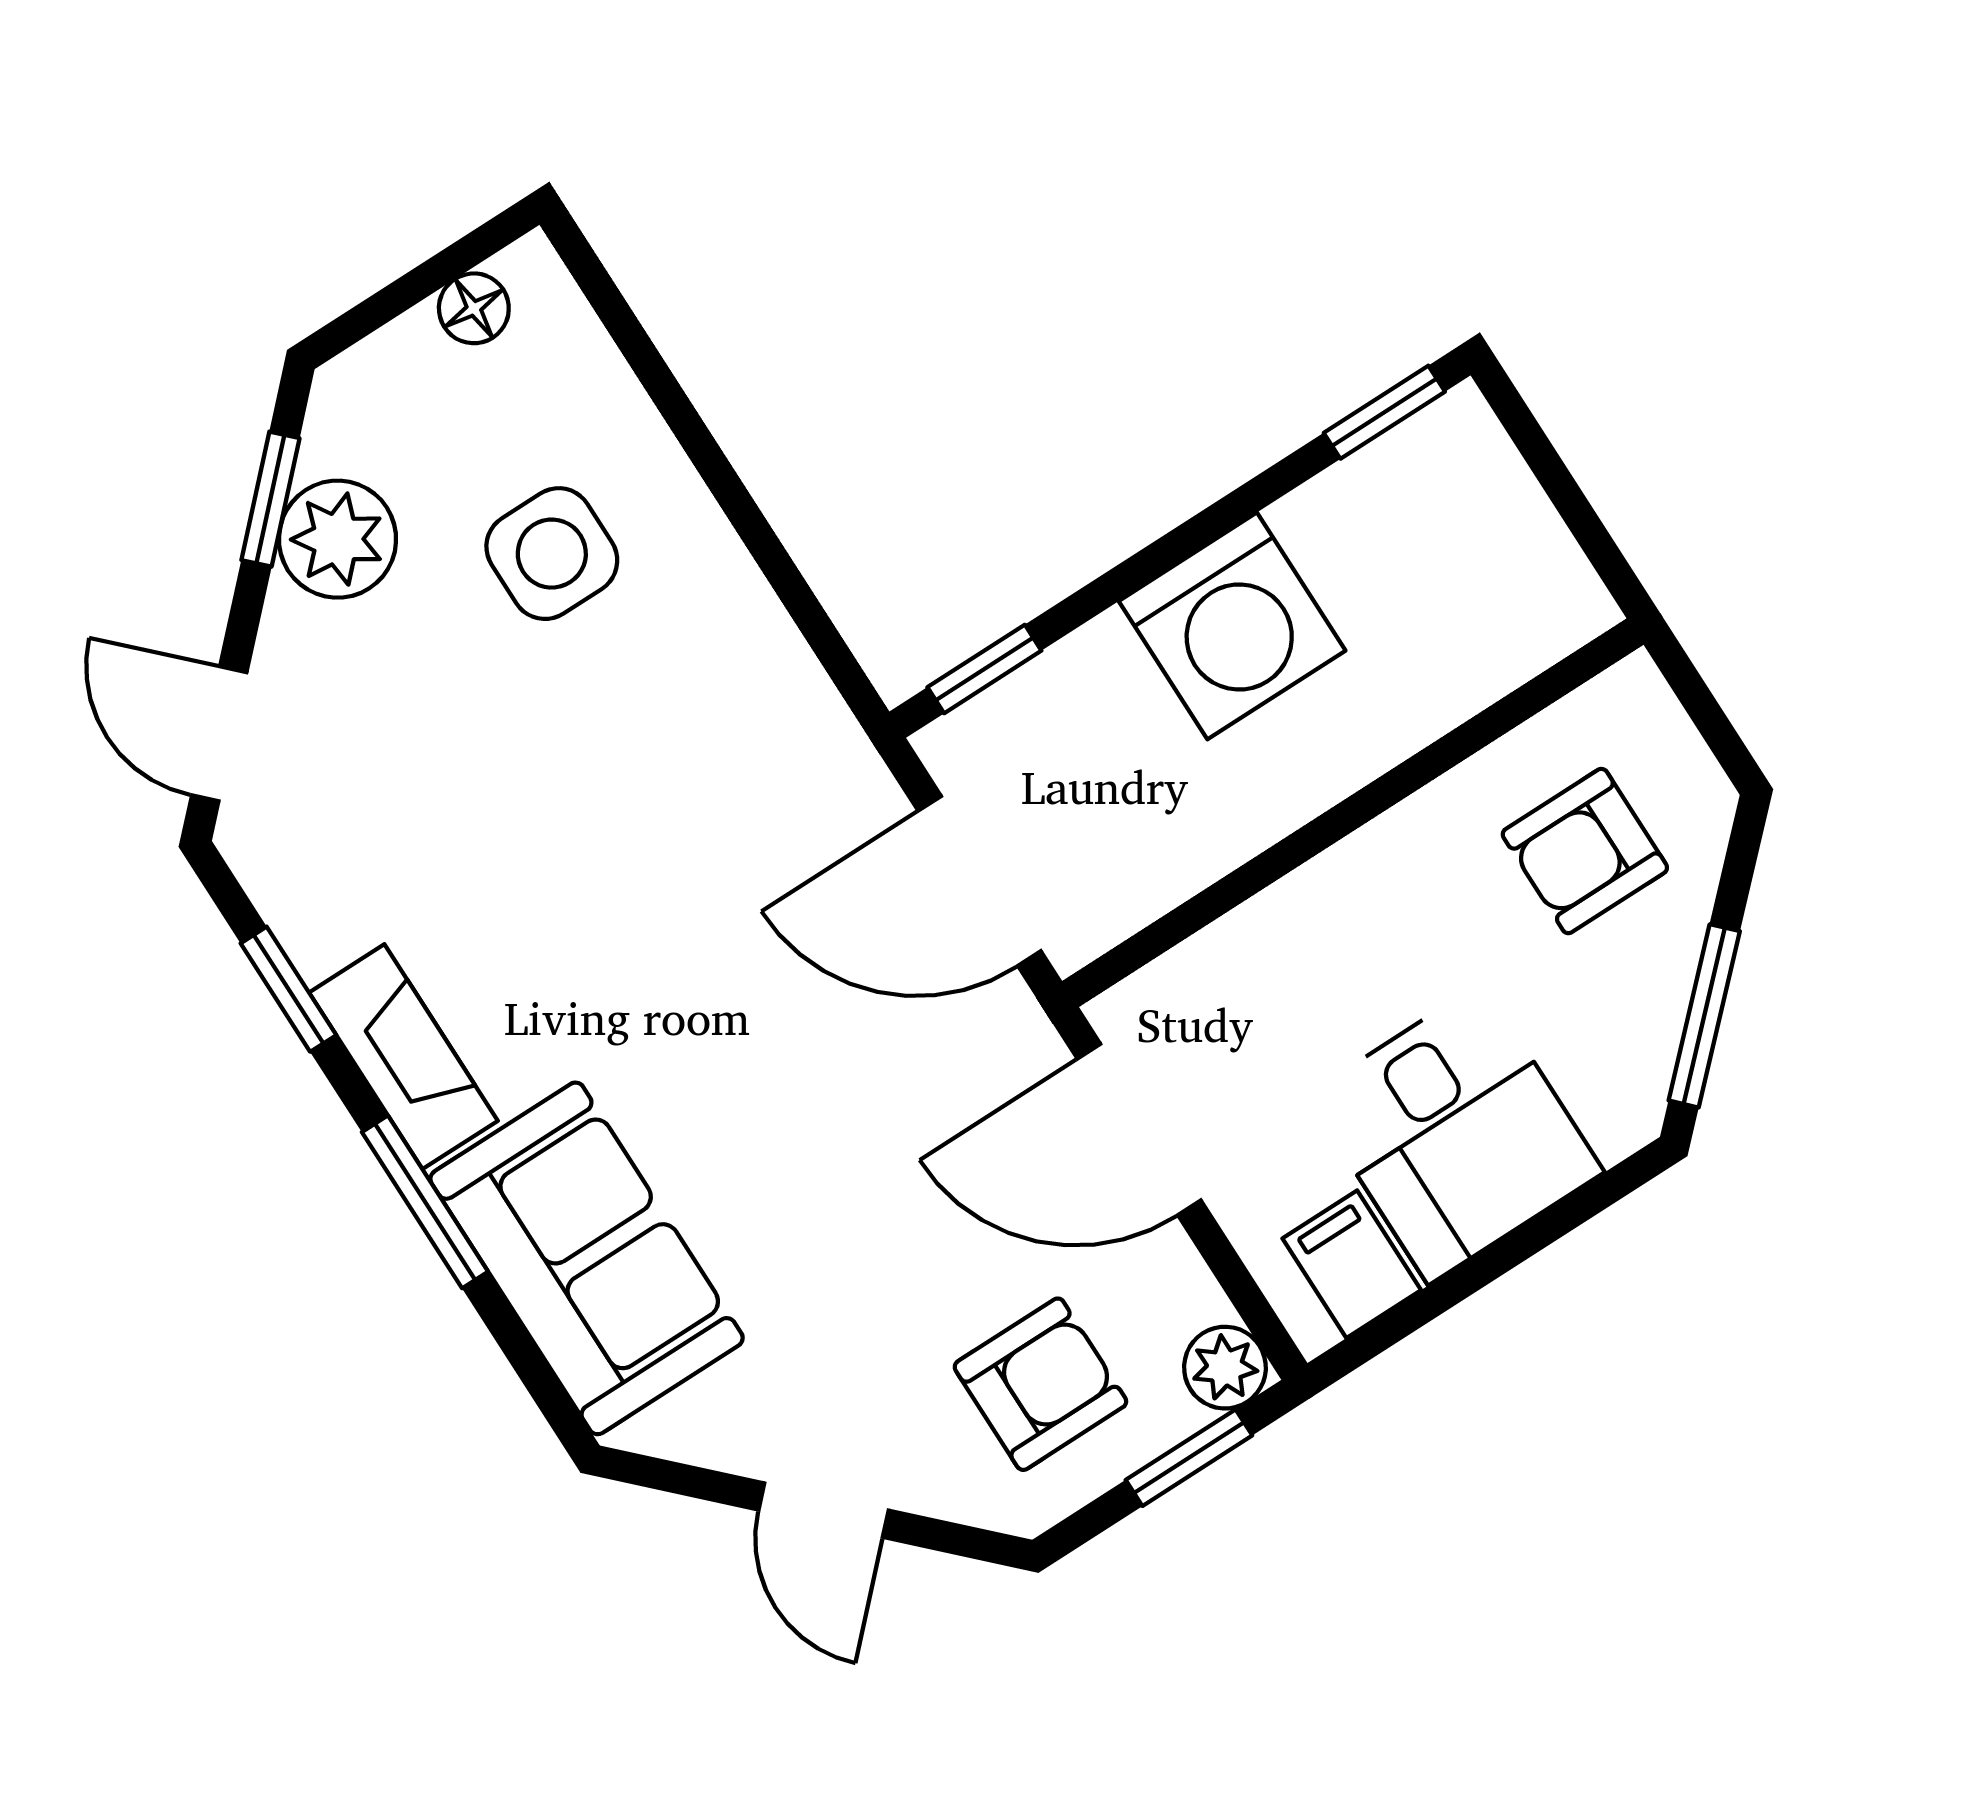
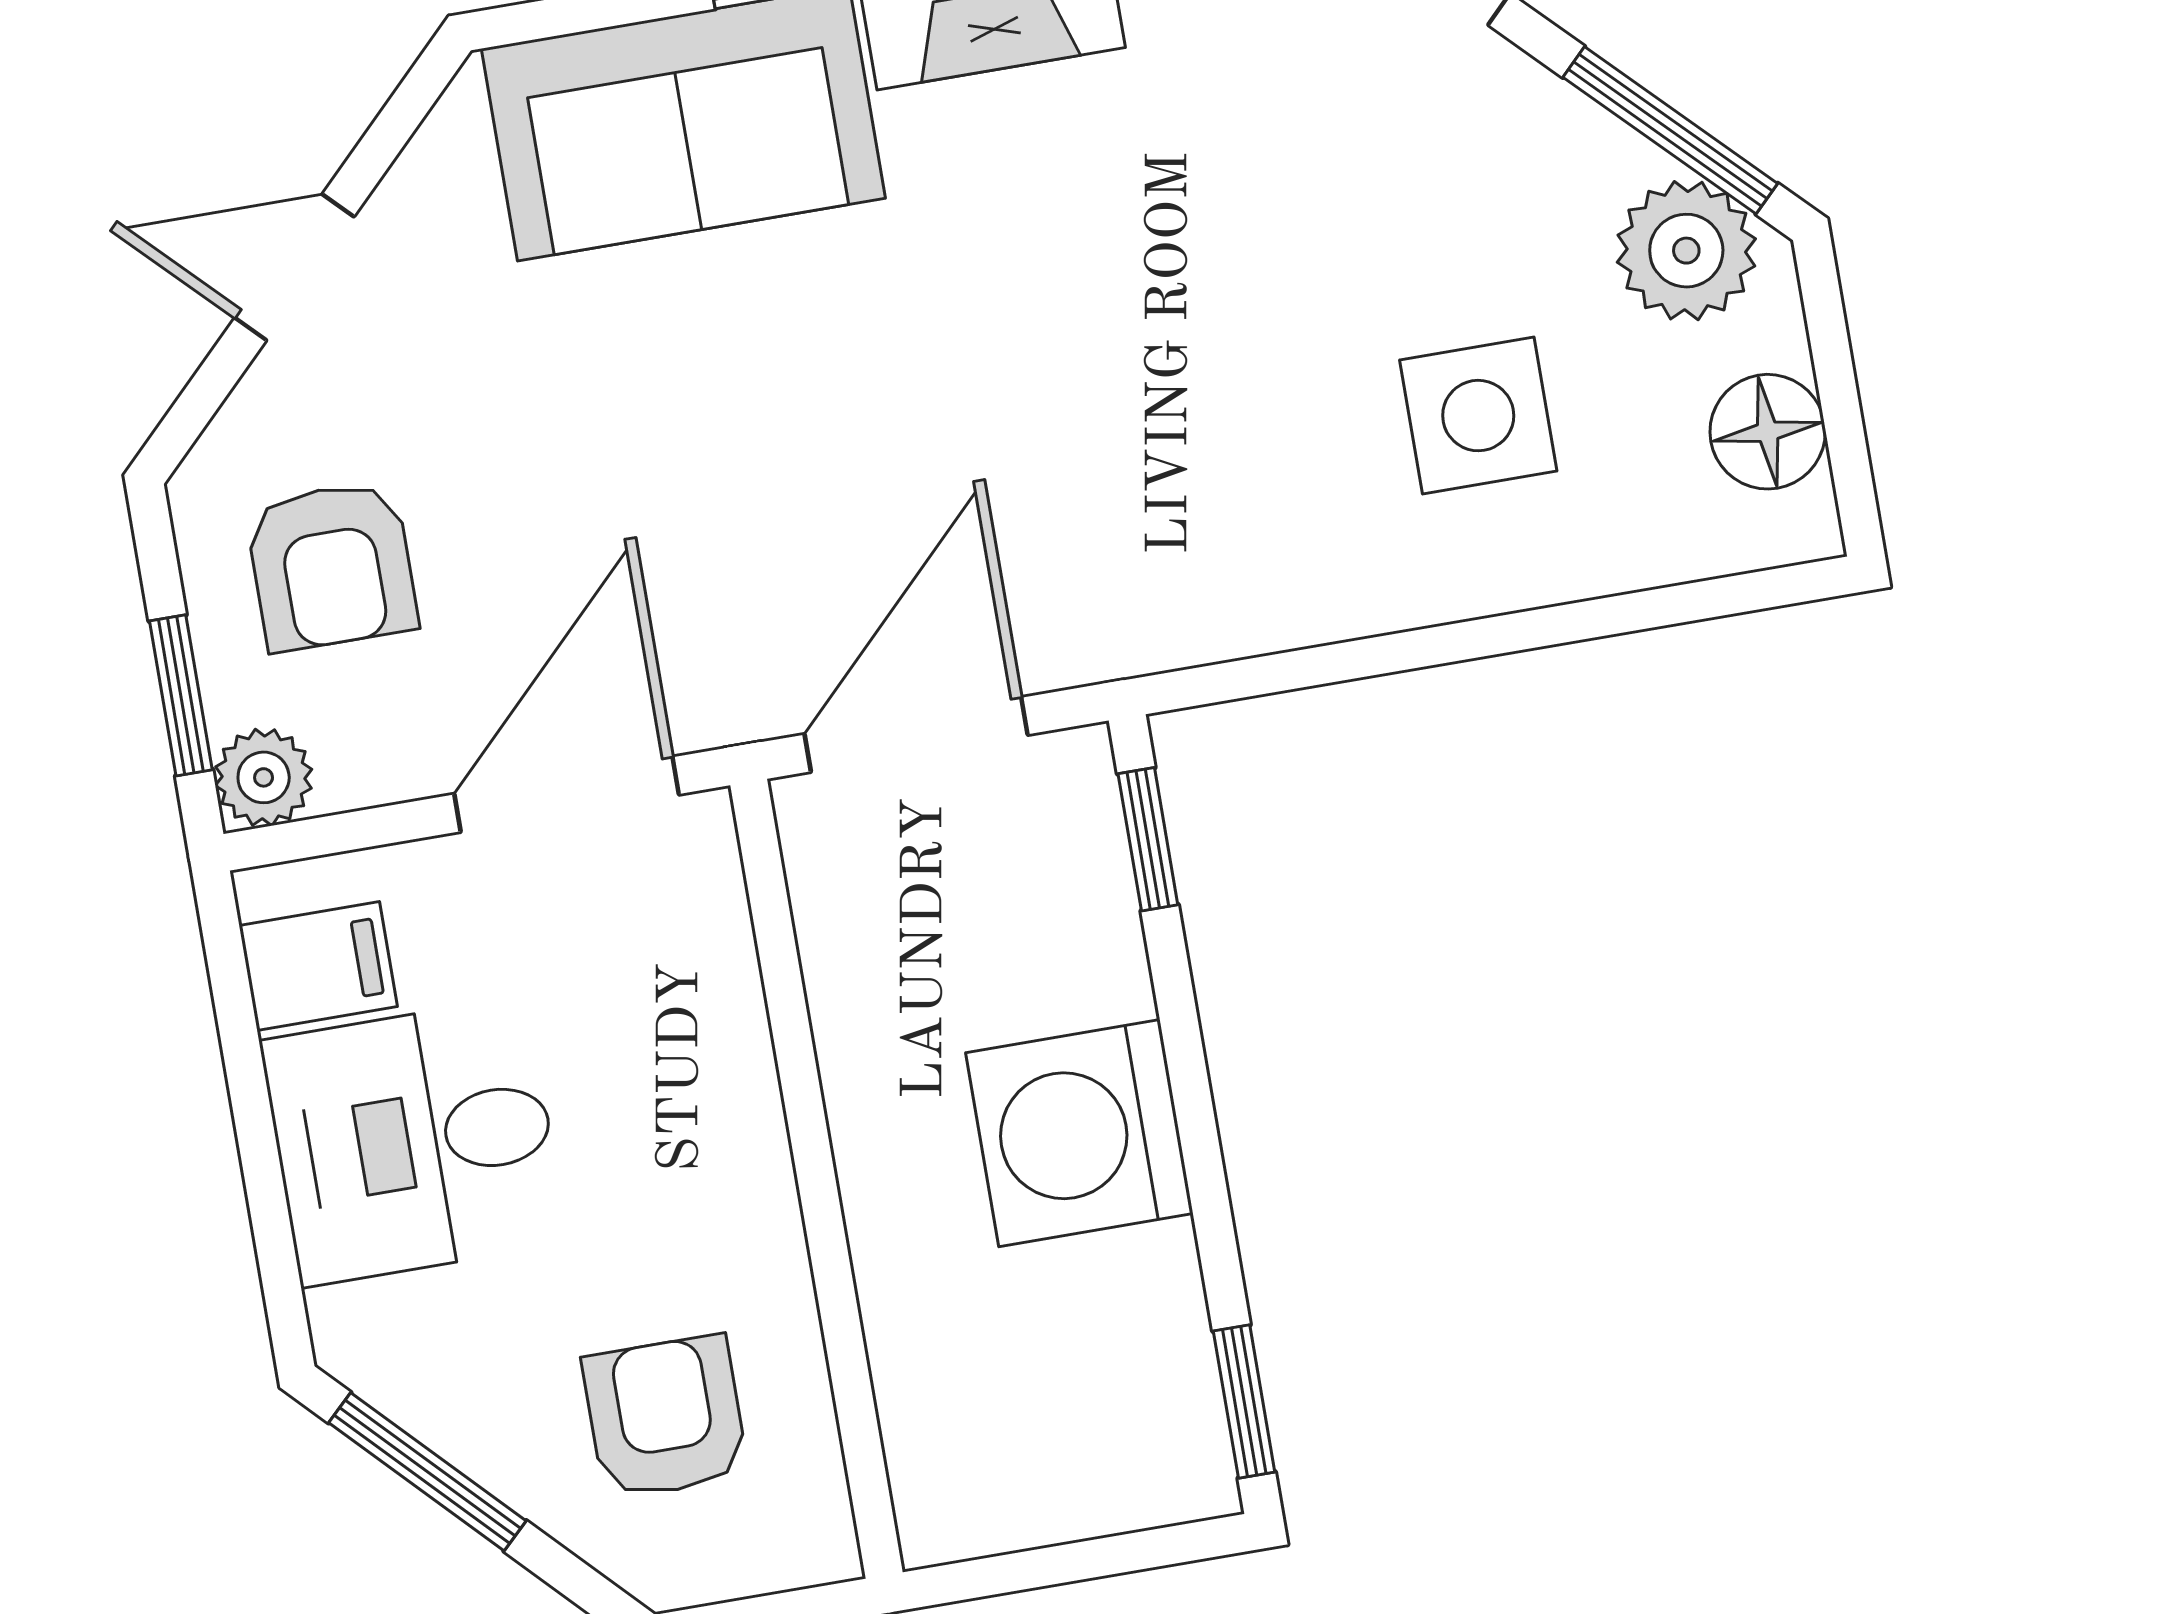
floor lamp: (474, 308) -> (1768, 432), width x1.37, depth x1.37
window: (270, 499) -> (1670, 130), width x1.50
plant: (338, 539) -> (1686, 251), moved

